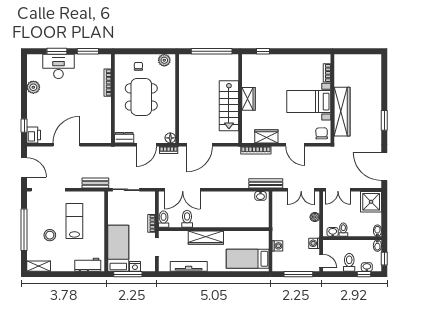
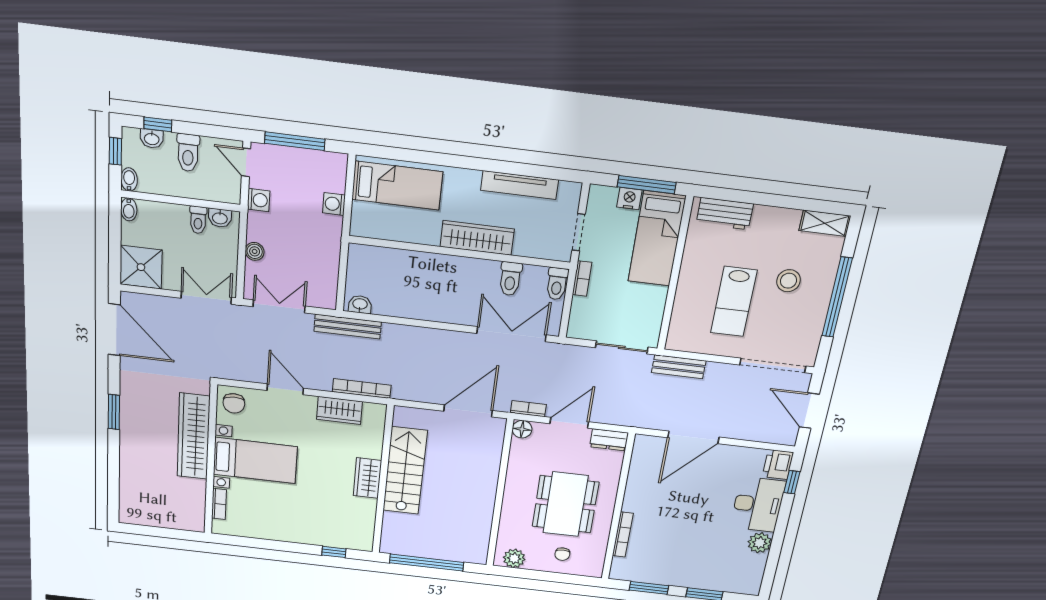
desk: (58, 66) -> (758, 504), moved, turned -90
door: (66, 145) -> (693, 437), moved

